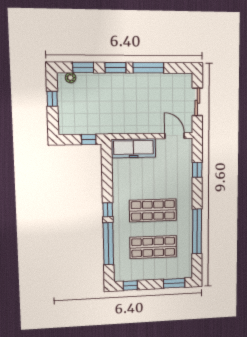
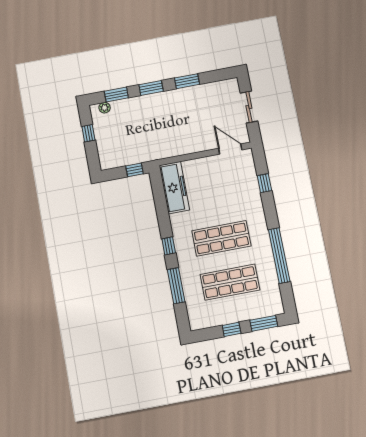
window: (148, 68) -> (187, 81), width x0.69
freezer: (134, 148) -> (174, 188), moved, turned -90
window: (108, 244) -> (176, 286), width x0.68
window: (130, 286) -> (232, 329), moved

